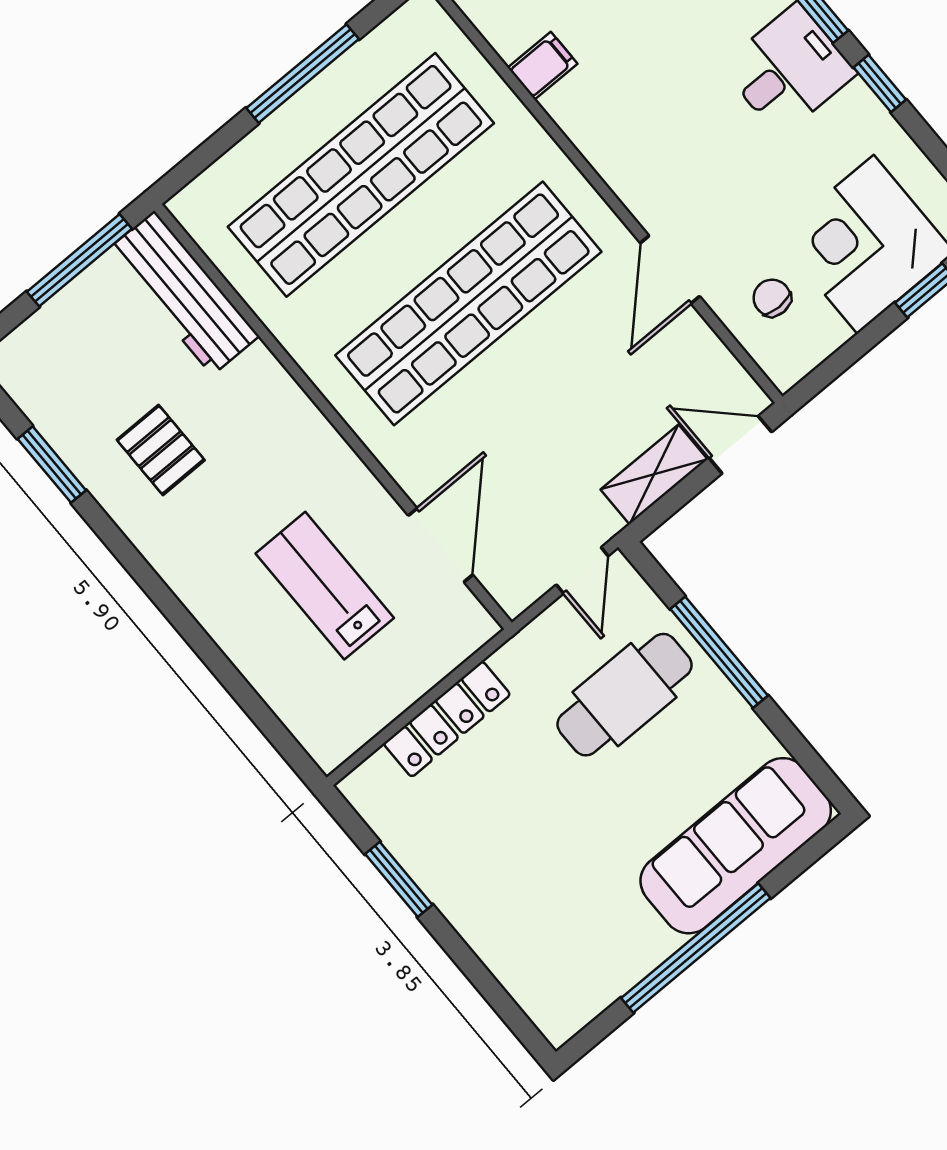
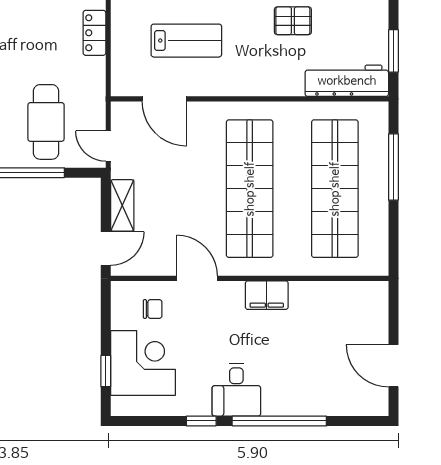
filing cabinet: (542, 66) -> (267, 295), moved, width x2.00
window: (303, 74) -> (393, 167), moved
window: (79, 260) -> (393, 51), width x0.69
locker: (447, 719) -> (94, 33), width x0.66

